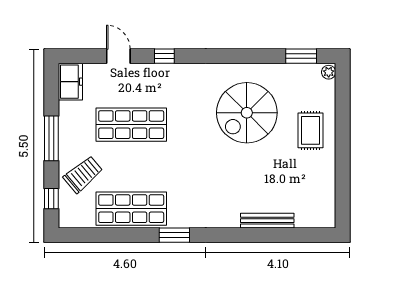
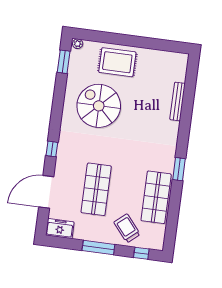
door: (118, 56) -> (46, 192), width x1.88
window: (164, 56) -> (52, 149), moved
spiral stairs: (247, 113) -> (99, 106), turned 180
rug: (310, 130) -> (117, 62), width x1.36, depth x1.43

